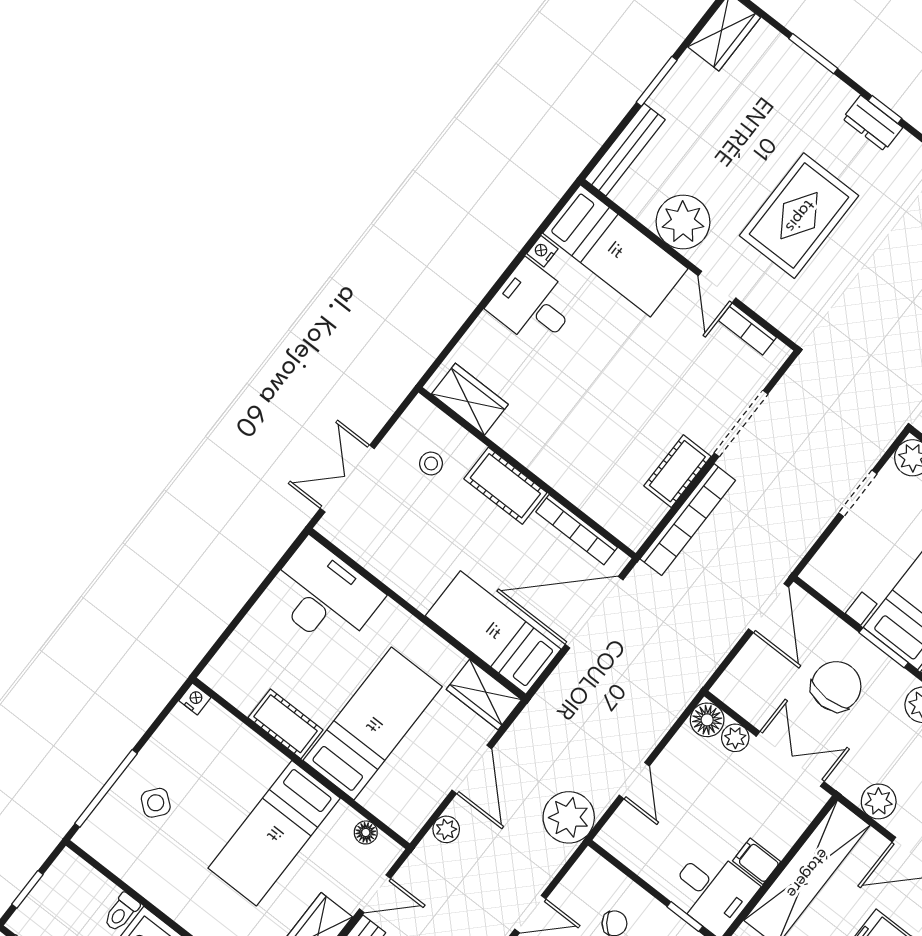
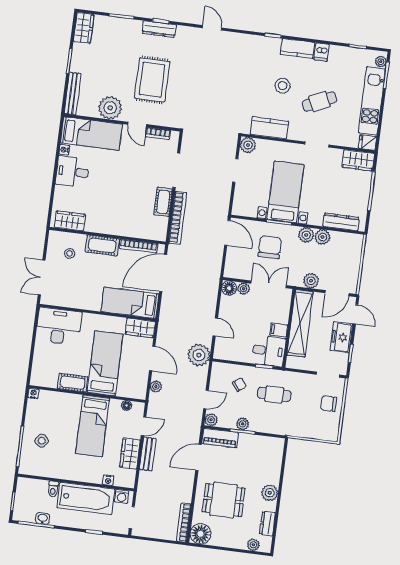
dresser: (872, 123) -> (159, 29), width x1.44

